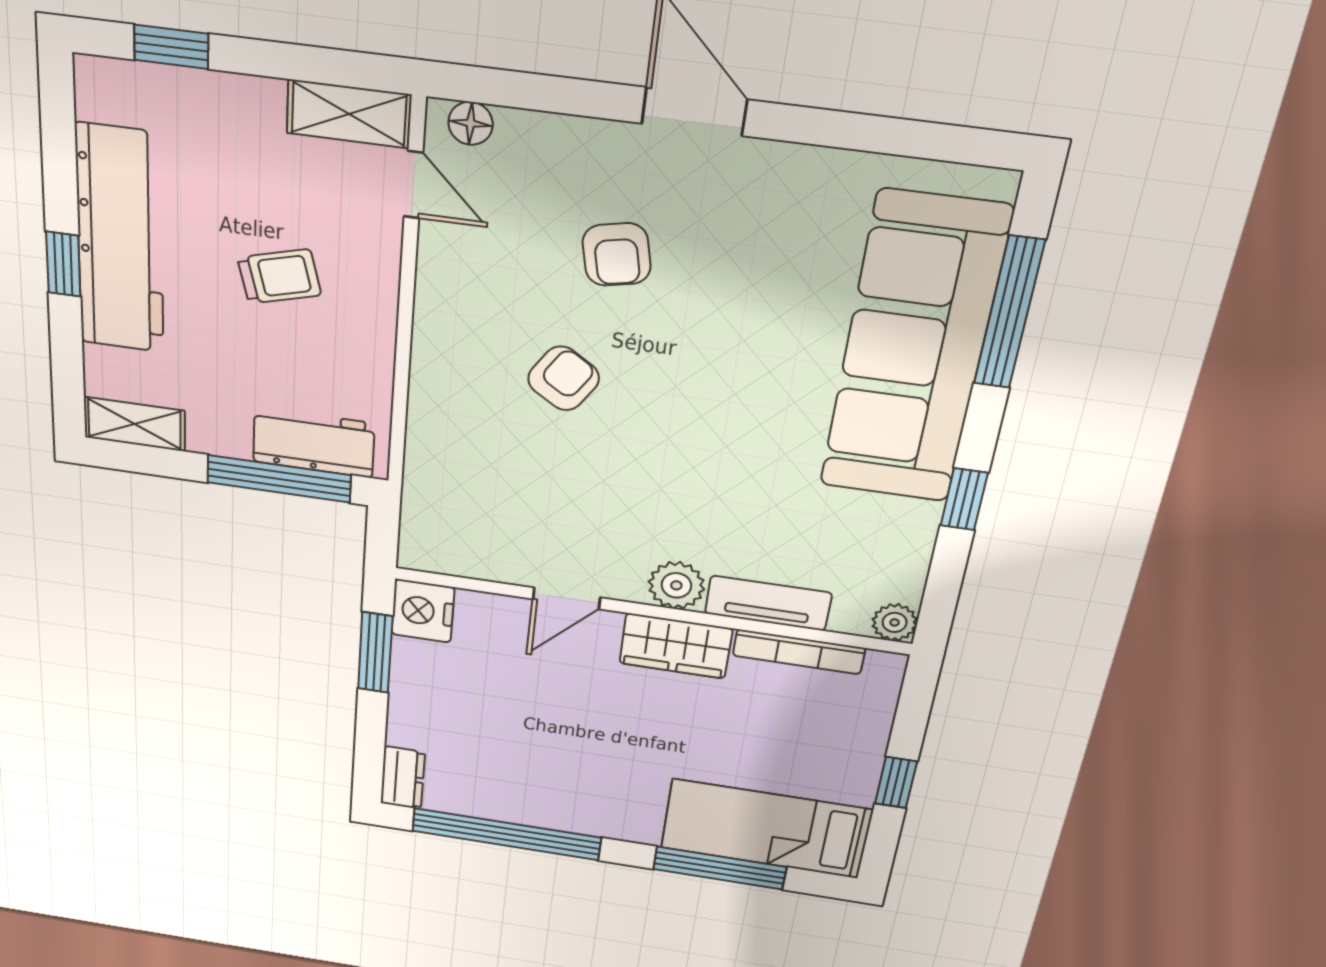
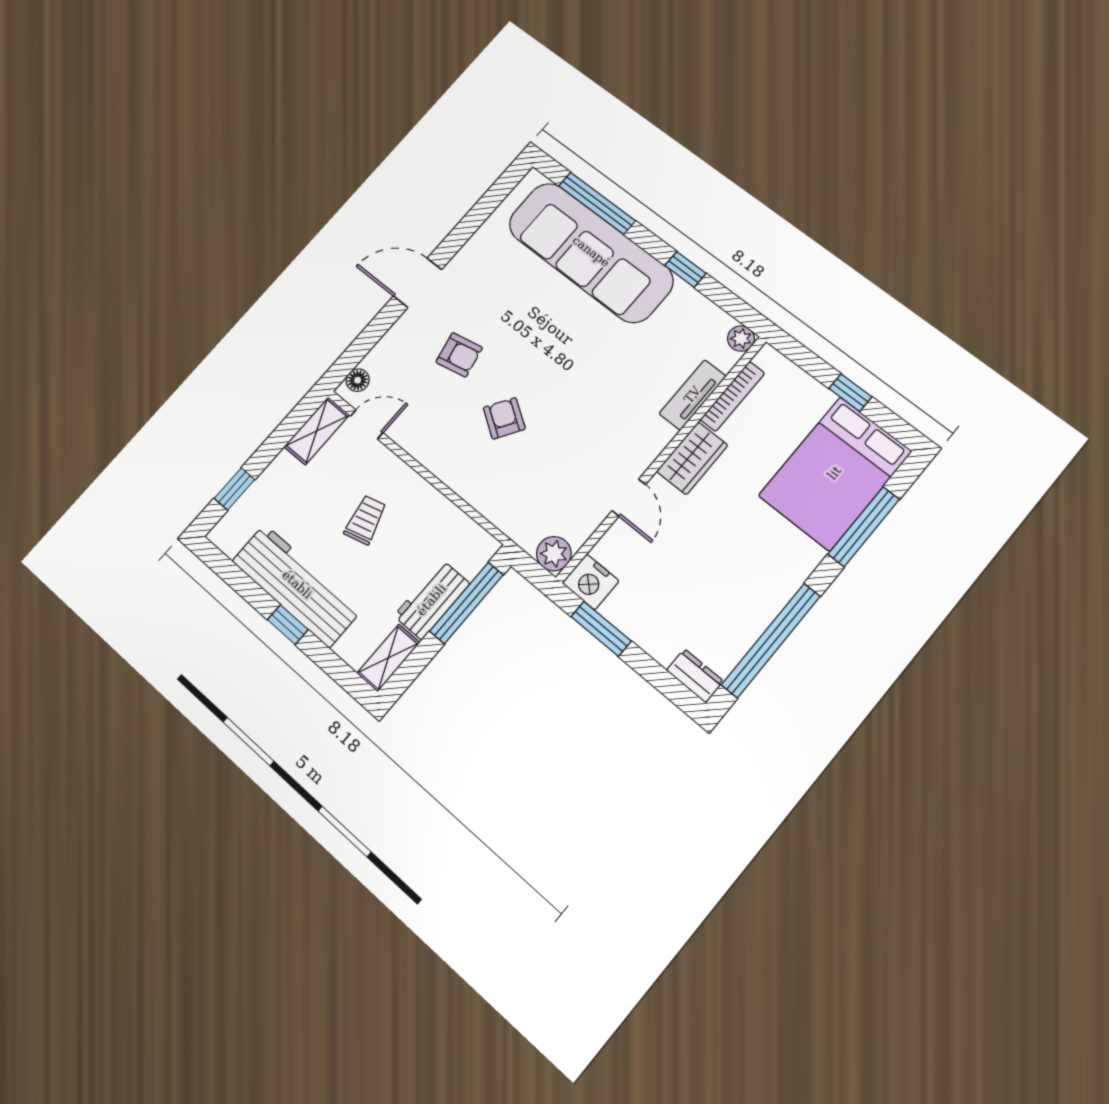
workbench: (314, 442) -> (432, 600), moved
plant: (676, 585) -> (554, 554), moved
bed: (766, 829) -> (835, 473), width x1.50

